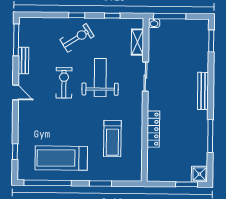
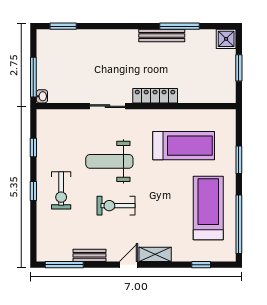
exercise bike: (77, 38) -> (61, 190), turned -148
shelving: (137, 42) -> (155, 254), moved
bench: (203, 91) -> (162, 36), moved
locker: (153, 129) -> (155, 96), moved
treadmill: (112, 139) -> (184, 146), width x1.37, depth x1.38
treadmill: (61, 158) -> (208, 208), turned 180
window: (187, 184) -> (239, 68), moved

